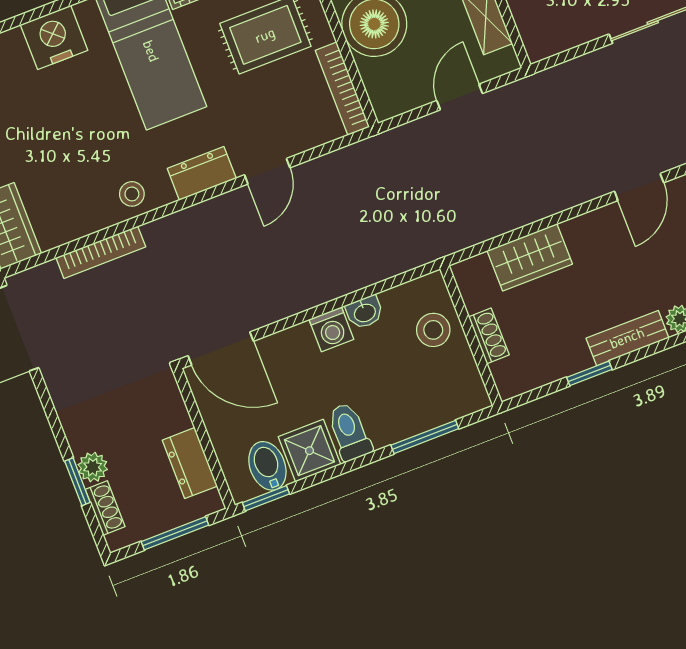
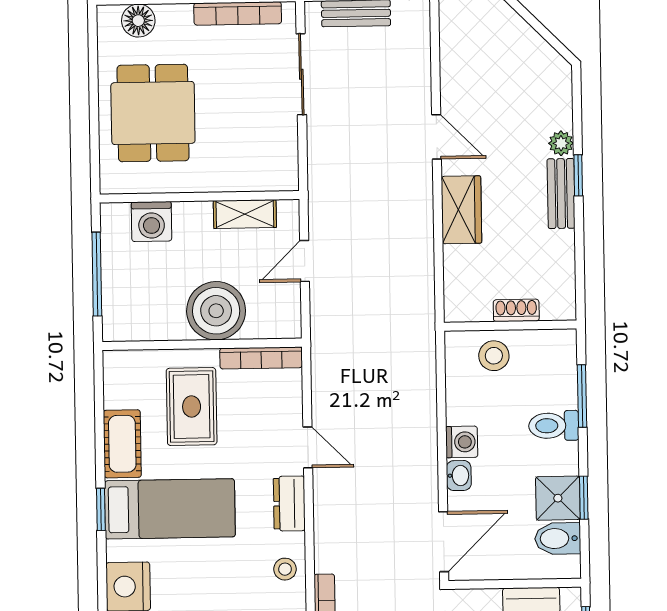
door: (460, 97) -> (305, 261), hinge flipped
wardrobe: (530, 257) -> (462, 210), moved
washbasin: (365, 312) -> (459, 476), moved
window: (589, 373) -> (578, 175), moved
toilet: (349, 432) -> (554, 426), moved
window: (266, 498) -> (584, 498), moved

